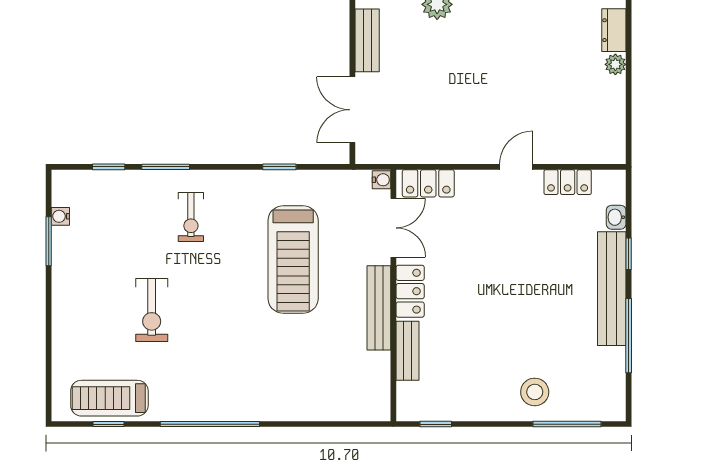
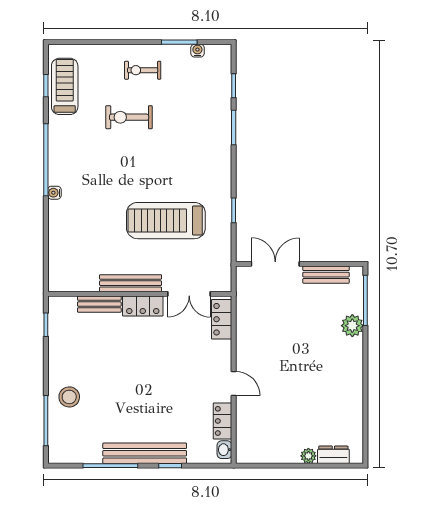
water cooler: (382, 180) -> (54, 193), moved, turned 90
exercise bike: (191, 217) -> (143, 70), moved
washbasin: (616, 217) -> (224, 450), moved, turned -90

